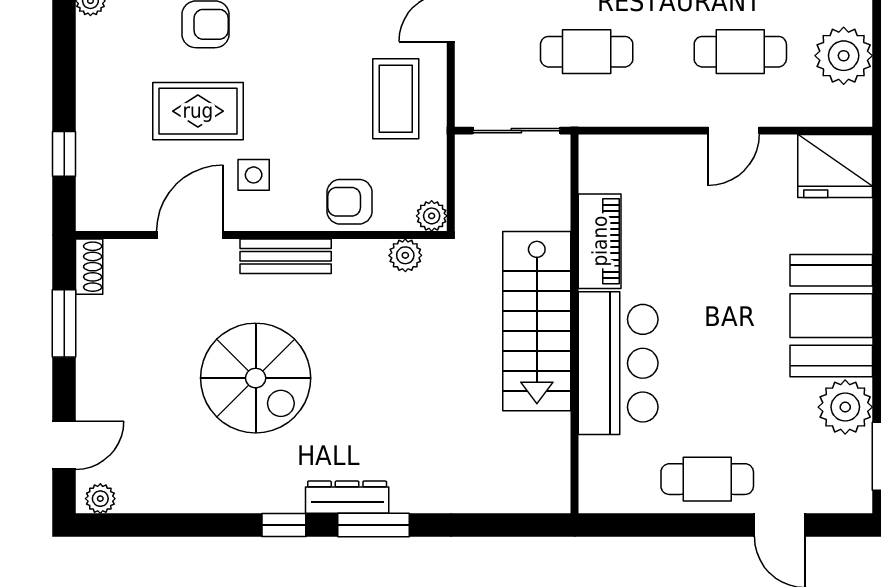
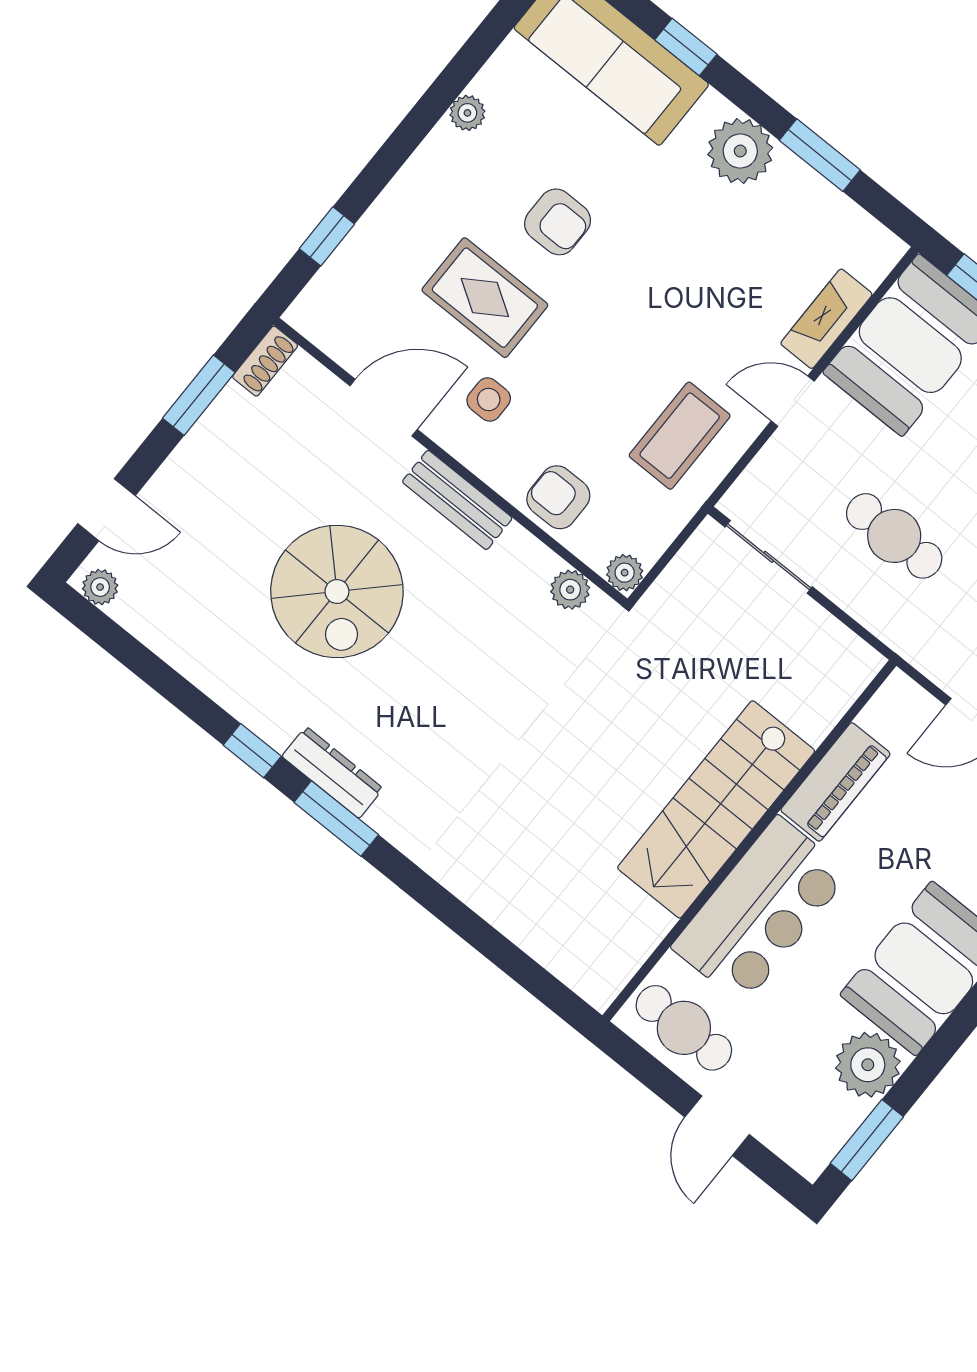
piano: (600, 241) -> (835, 782), moved
stairs: (537, 321) -> (716, 809), moved
wall: (575, 324) -> (749, 841), moved
bar counter: (618, 363) -> (761, 910), moved

